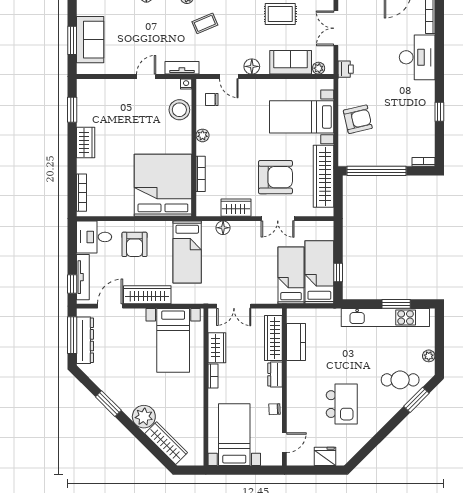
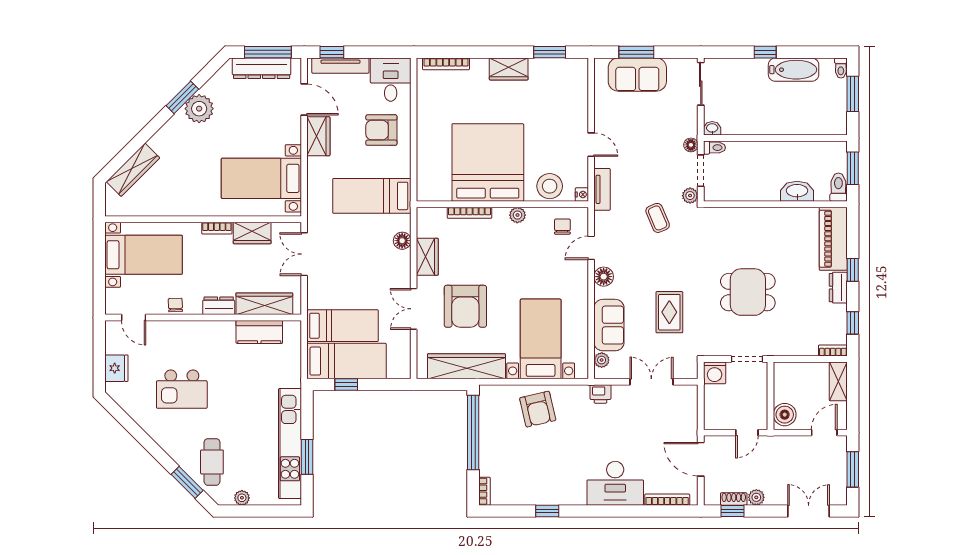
bed: (163, 185) -> (488, 162), moved, turned -90
wardrobe: (147, 295) -> (318, 136), width x0.67
plant: (144, 417) -> (199, 109), moved

